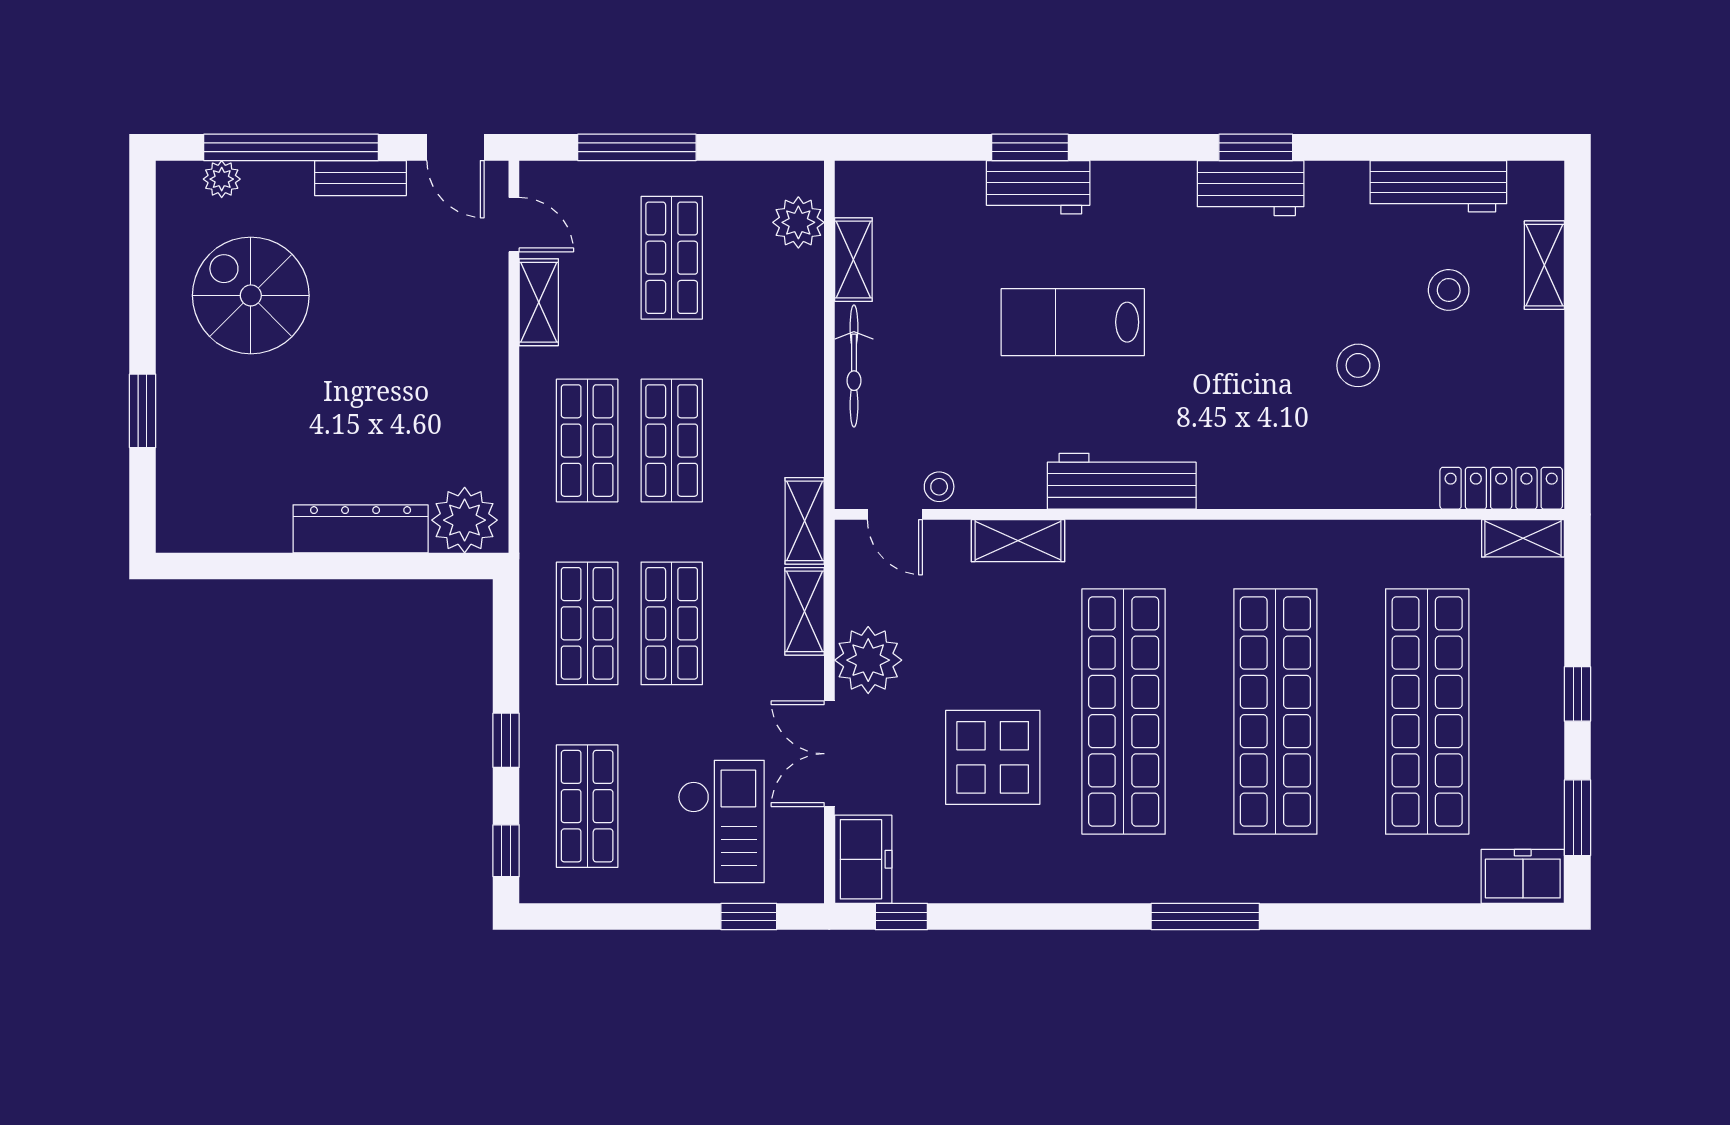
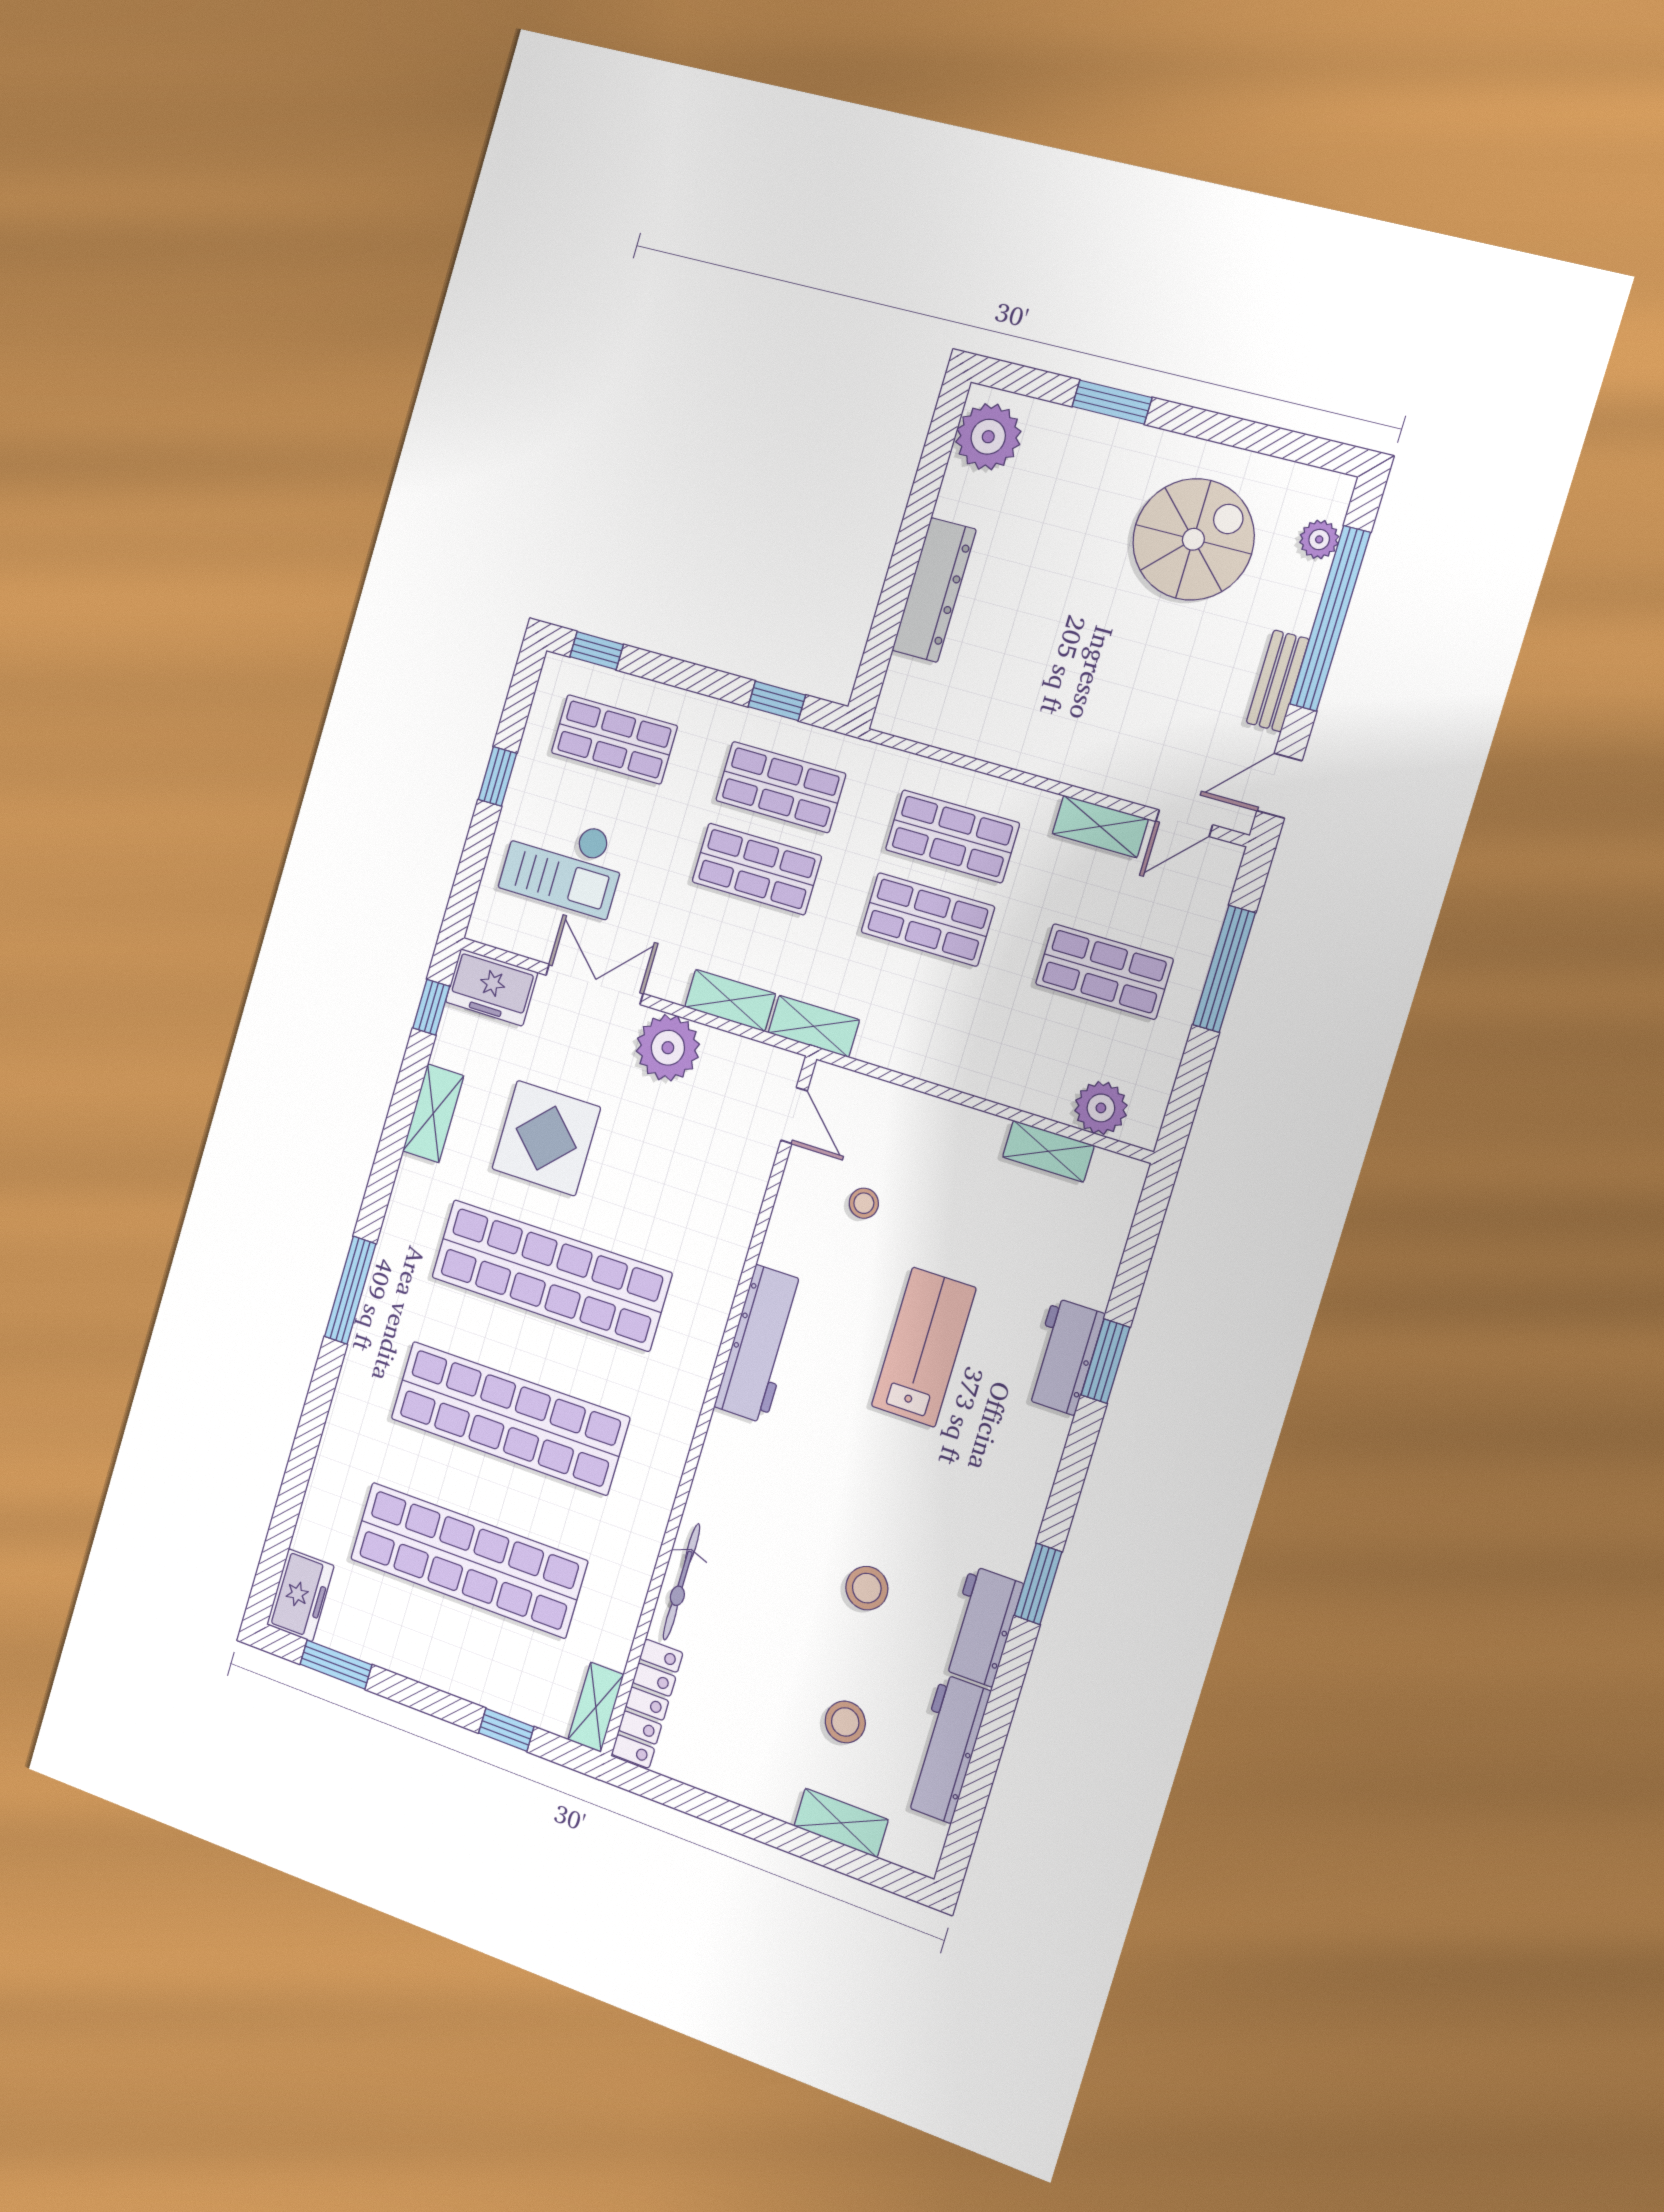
workbench: (1251, 188) -> (982, 1626), moved
stool: (1358, 365) -> (867, 1588), moved
bicycle: (854, 366) -> (682, 1582), moved, turned -90
stool: (939, 487) -> (864, 1203), moved
door: (895, 514) -> (794, 1116), swing flipped
plant: (465, 520) -> (988, 437), moved
shelving: (1018, 541) -> (433, 1113), moved
window: (1577, 694) -> (506, 1730), moved
window: (506, 740) -> (777, 701), moved
window: (749, 916) -> (497, 776), moved

